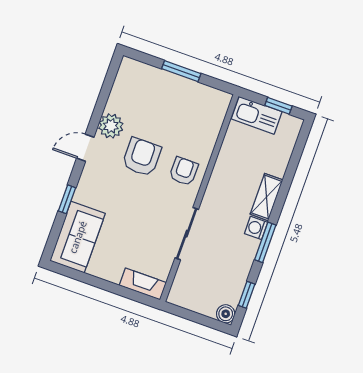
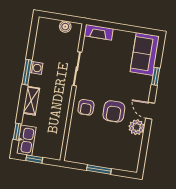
kitchen sink: (257, 115) -> (26, 140), moved, turned 90
door: (85, 148) -> (150, 111), swing flipped
washing machine: (256, 228) -> (36, 68), moved
window: (247, 295) -> (17, 132), moved
boiler: (226, 314) -> (65, 27), moved

